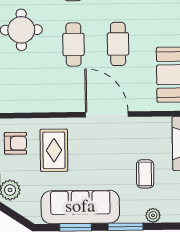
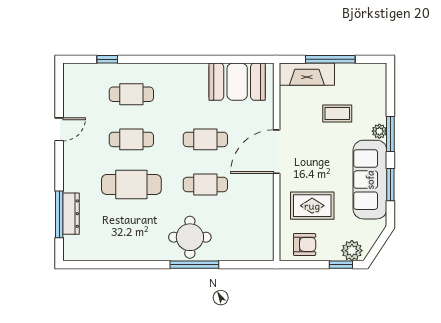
armchair: (15, 143) -> (305, 244), turned 90
plant: (153, 215) -> (379, 131), moved

